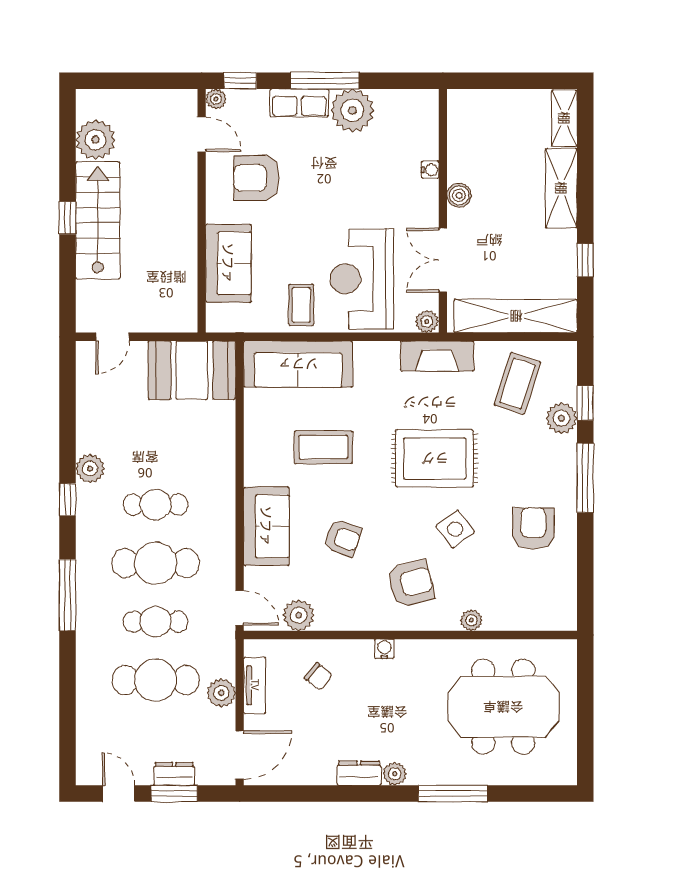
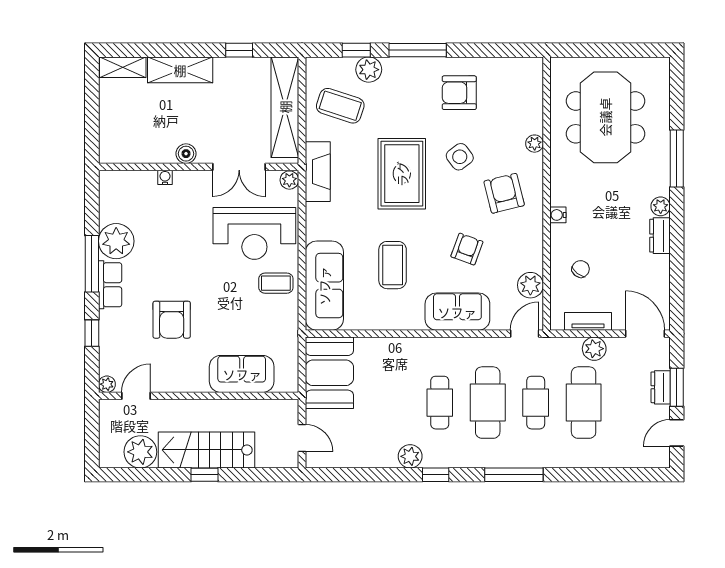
plant: (216, 99) -> (107, 384), moved
door: (202, 134) -> (136, 396), moved
wall: (202, 211) -> (199, 396), moved
sofa: (228, 263) -> (242, 374), moved

